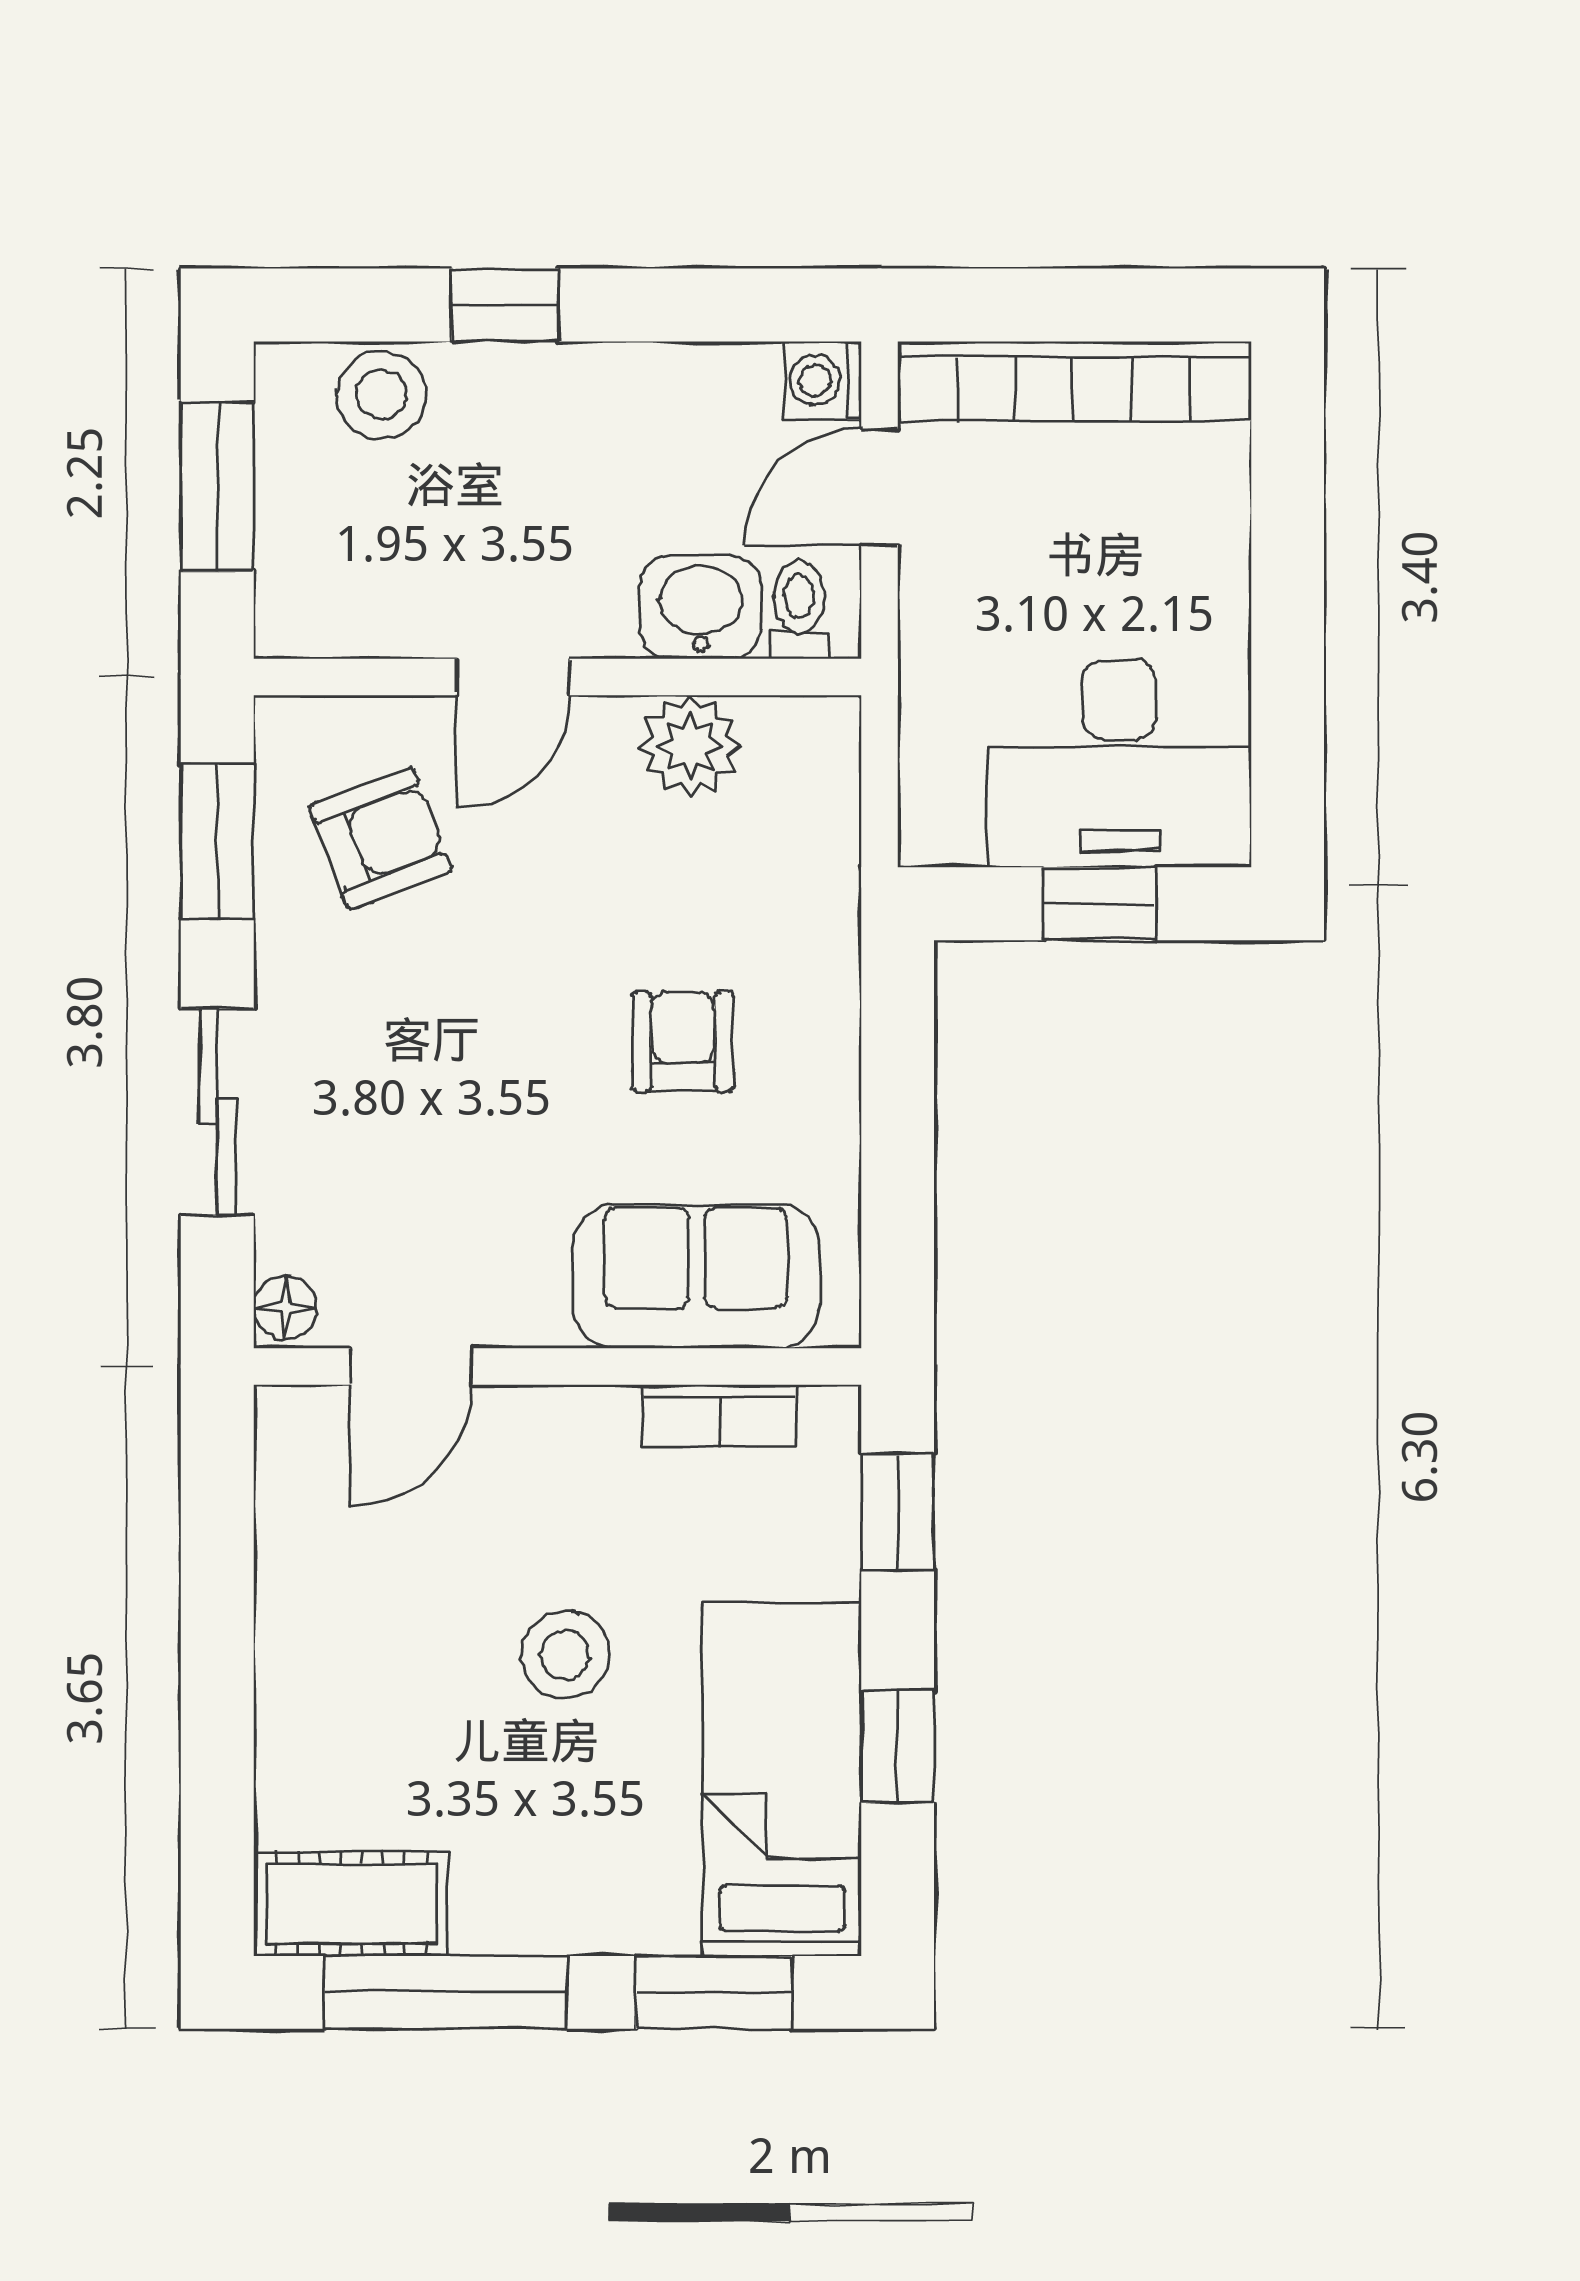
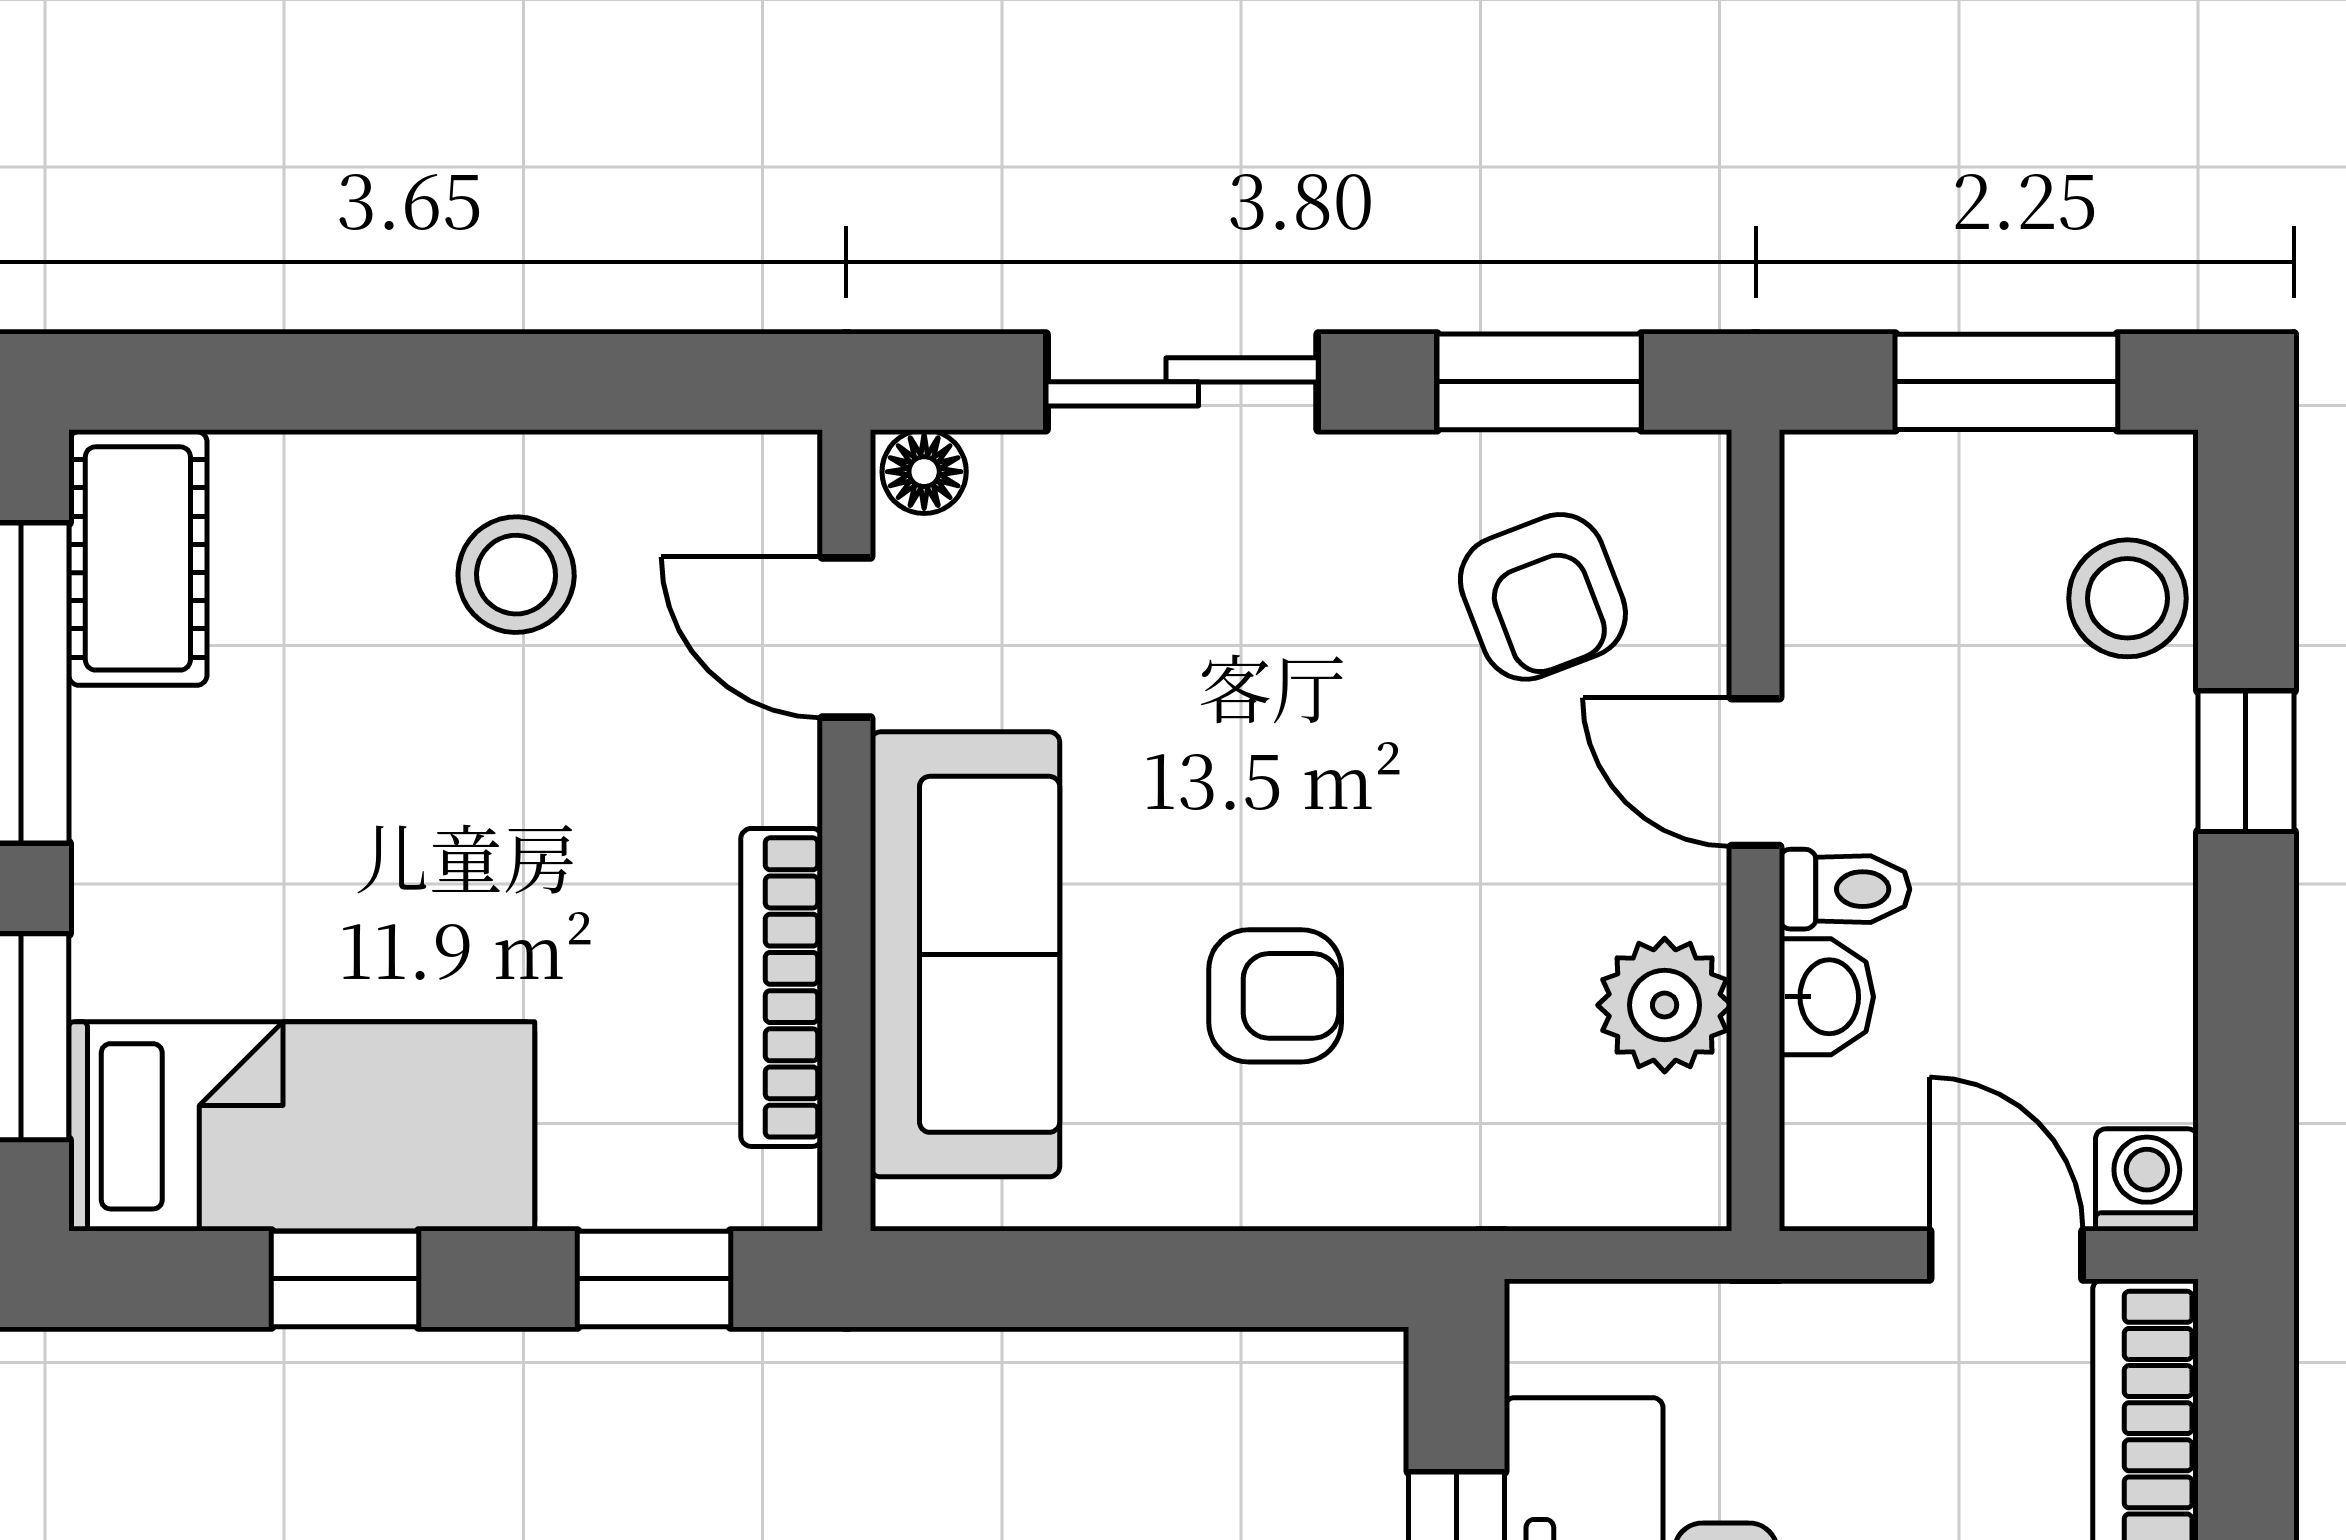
washbasin: (700, 607) -> (1826, 997), width x0.72, depth x0.69
toilet: (799, 609) -> (1844, 889), moved
sofa: (696, 1277) -> (965, 954), width x1.36
bookcase: (720, 1415) -> (782, 987), width x1.56
stool: (565, 1655) -> (516, 575), moved

